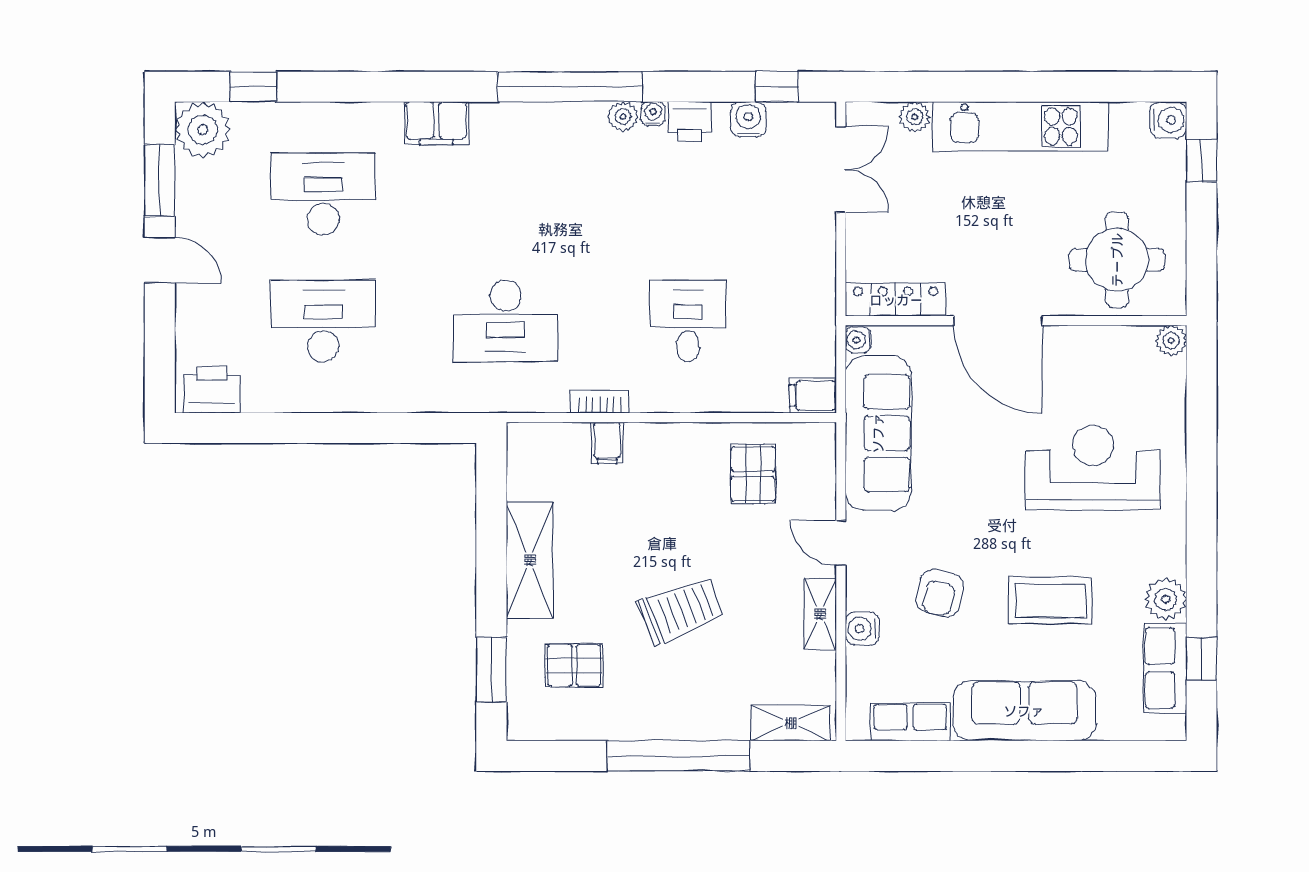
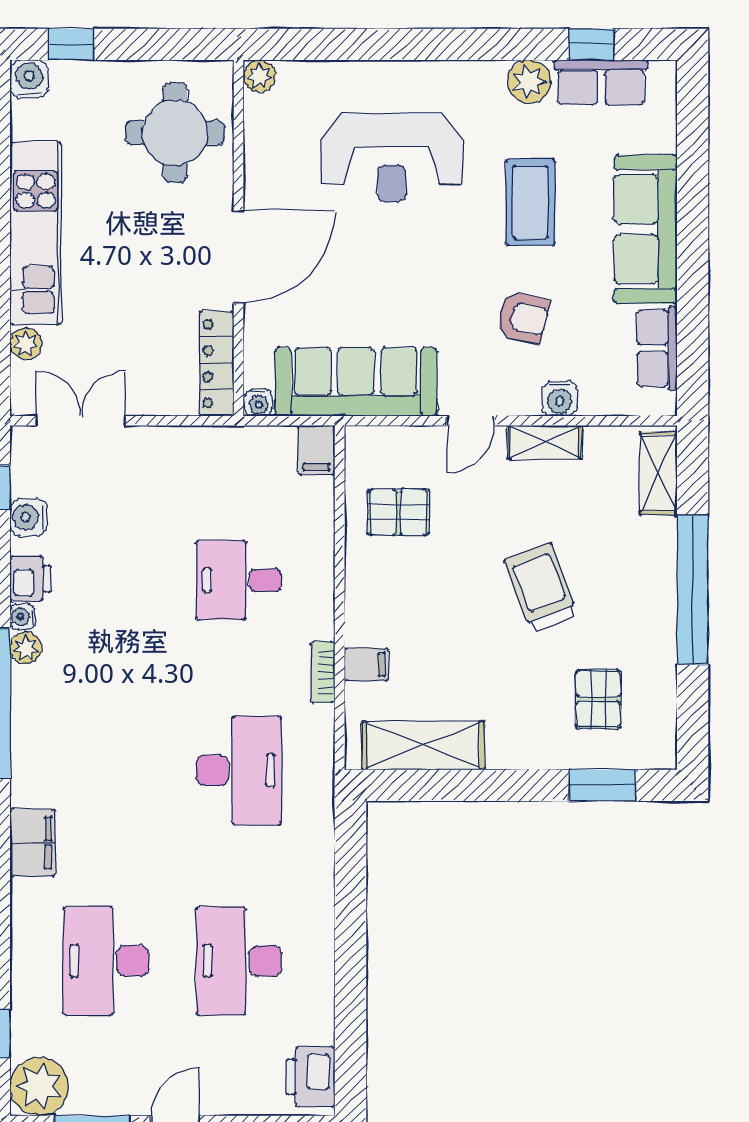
reception desk: (1093, 467) -> (392, 158), turned -90
shelving: (530, 560) -> (423, 745), moved

